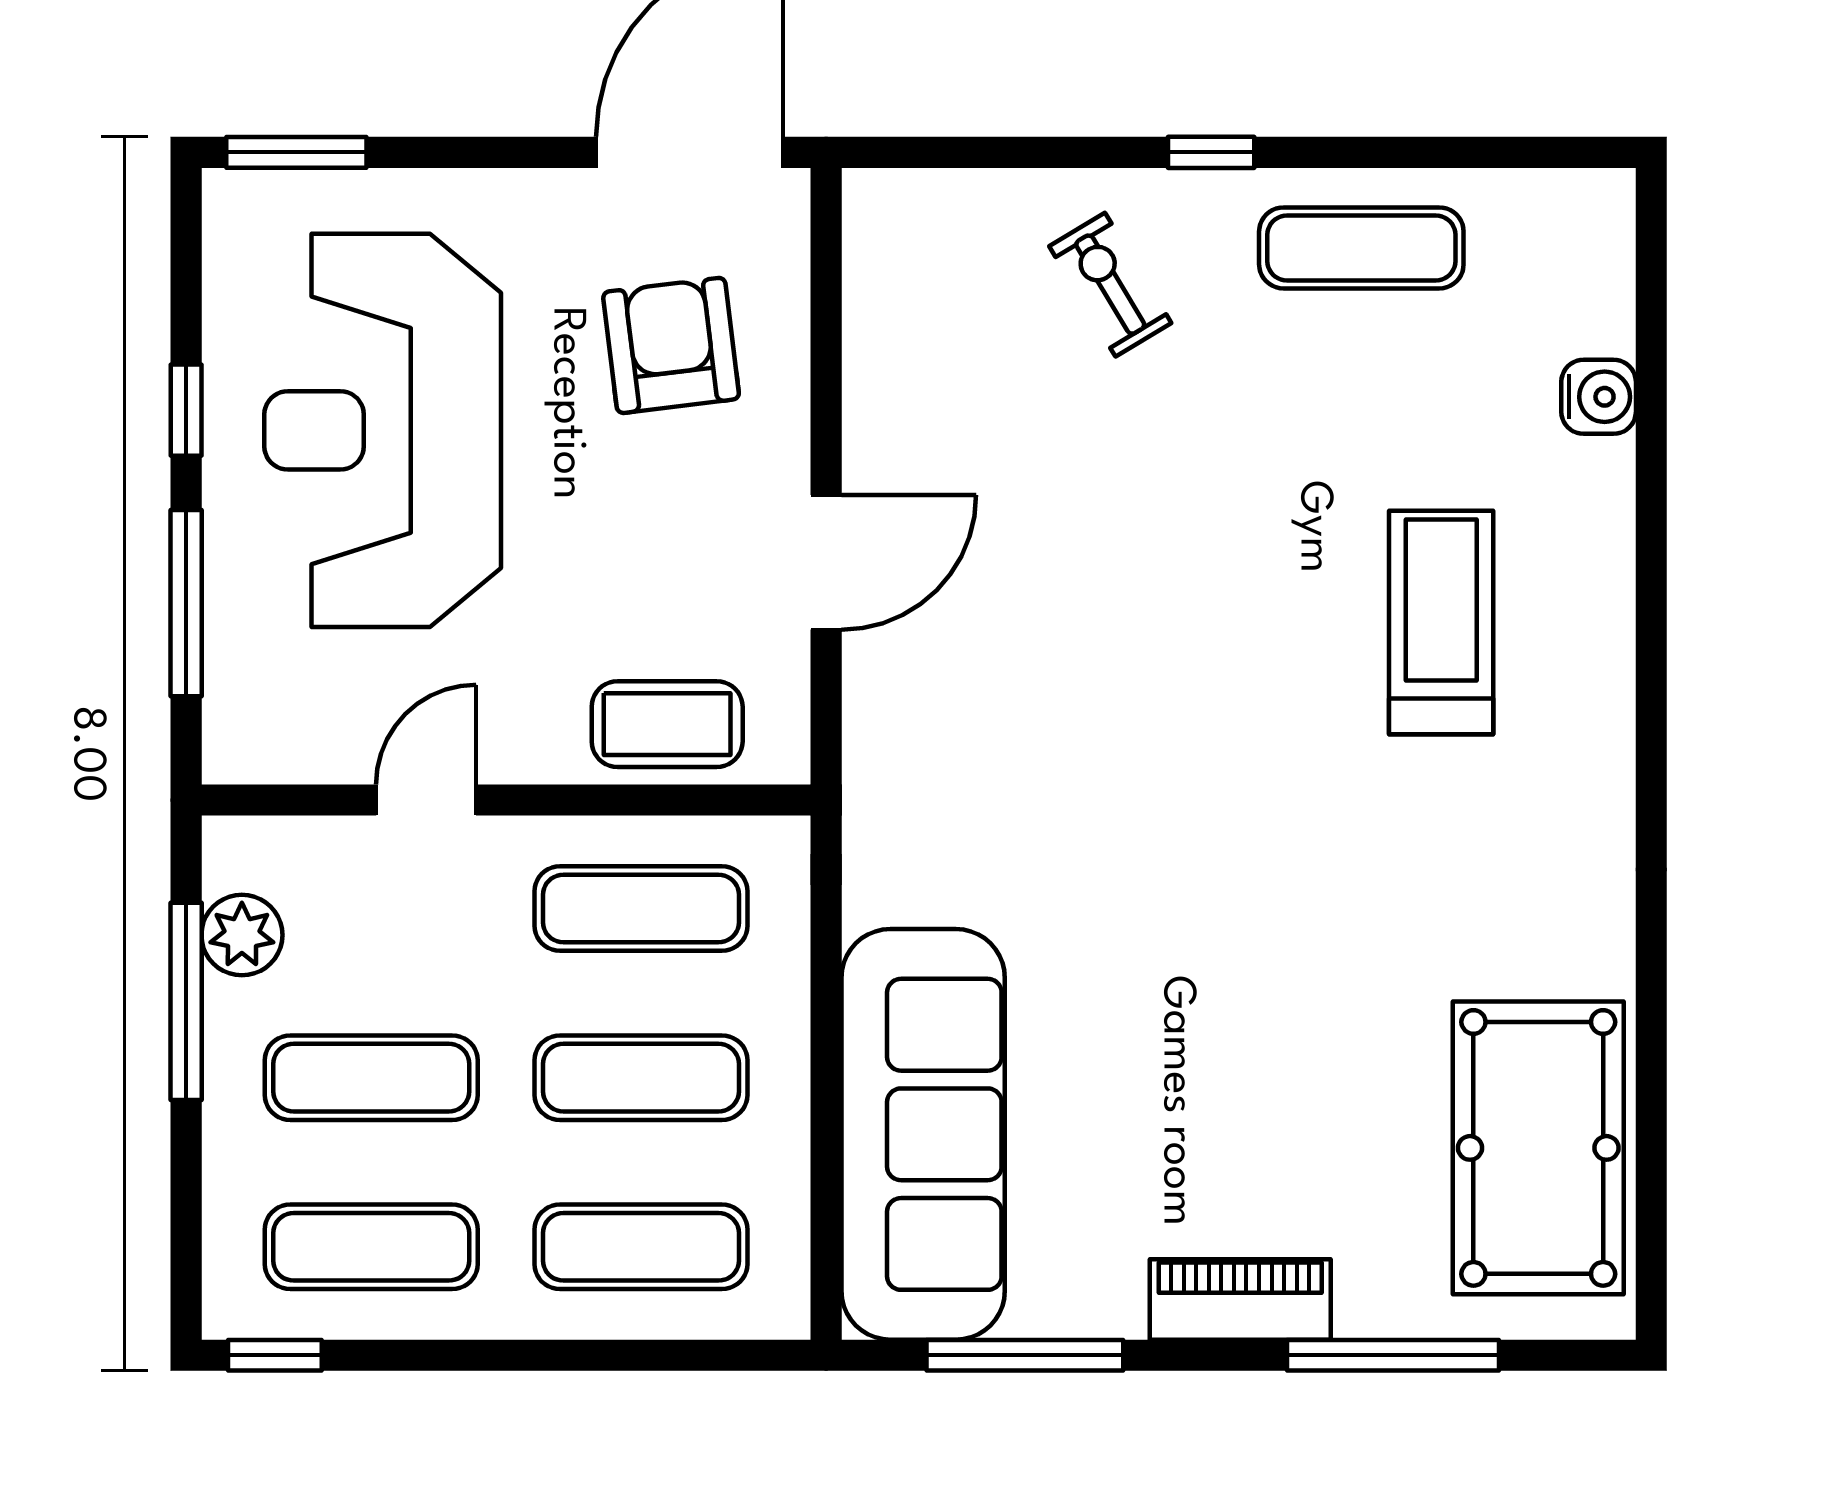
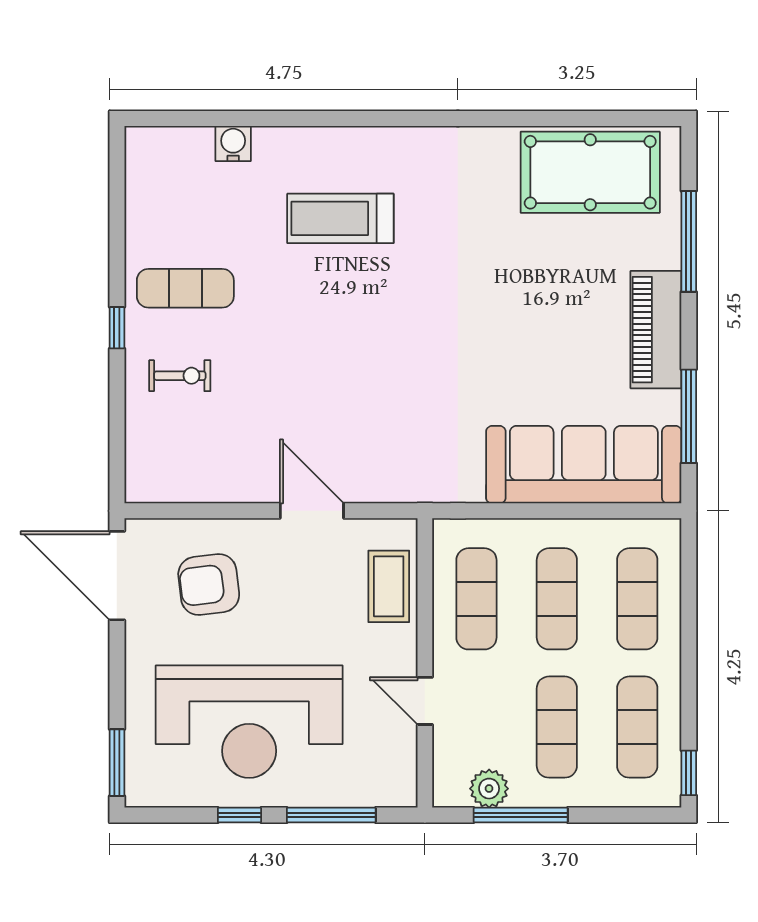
exercise mat: (1361, 248) -> (185, 288), moved, turned 90
exercise bike: (1110, 285) -> (180, 376), turned -149
piano: (1240, 1299) -> (656, 330), width x1.37, depth x1.33

